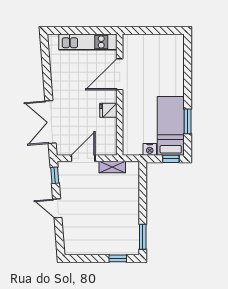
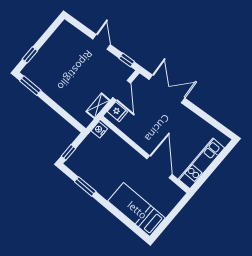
fridge: (108, 110) -> (117, 112), moved, turned 90
bed: (171, 126) -> (137, 210), moved, turned 180
nightstand: (150, 149) -> (99, 130), moved
door: (57, 208) -> (102, 42), hinge flipped

